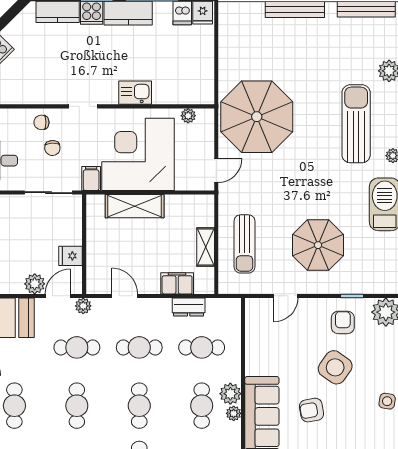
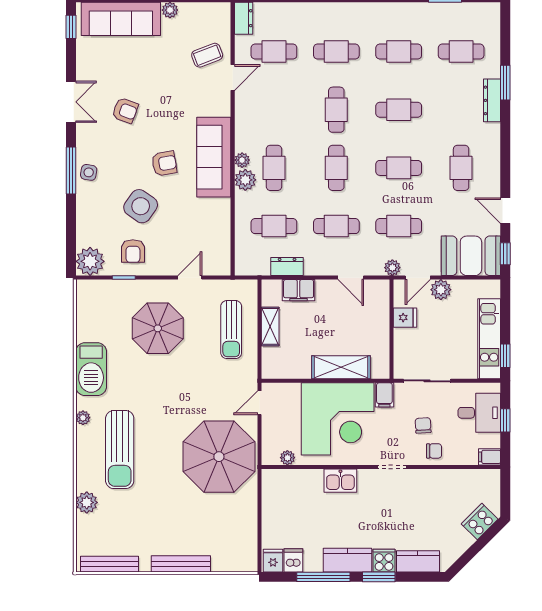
sun lounger: (244, 244) -> (231, 330), turned 180
cafe table: (77, 406) -> (399, 168), turned 90

